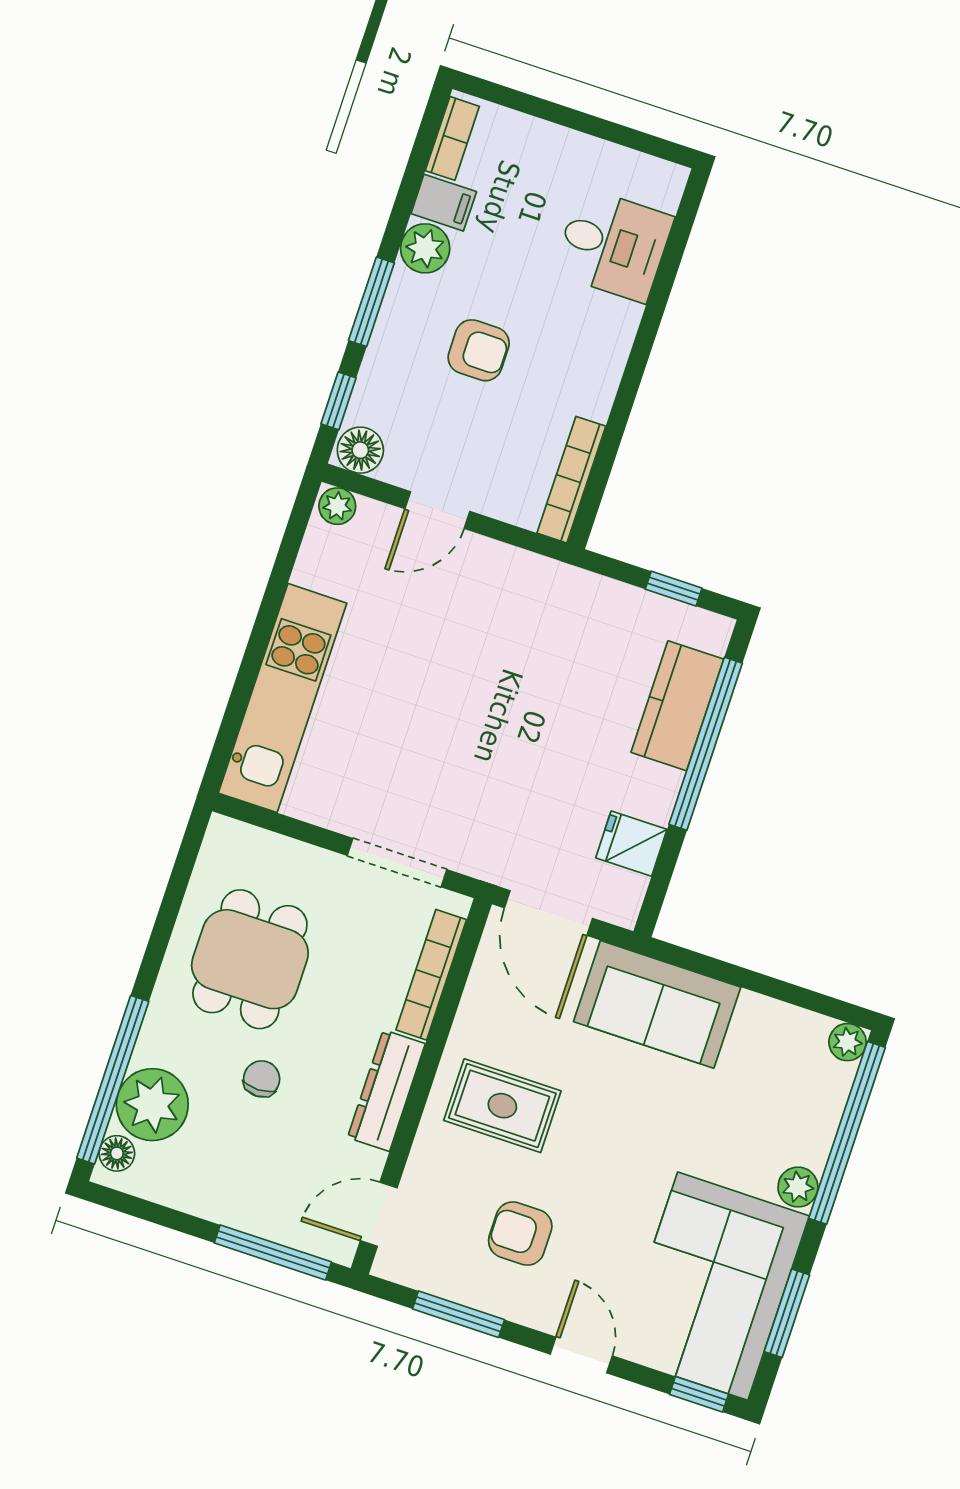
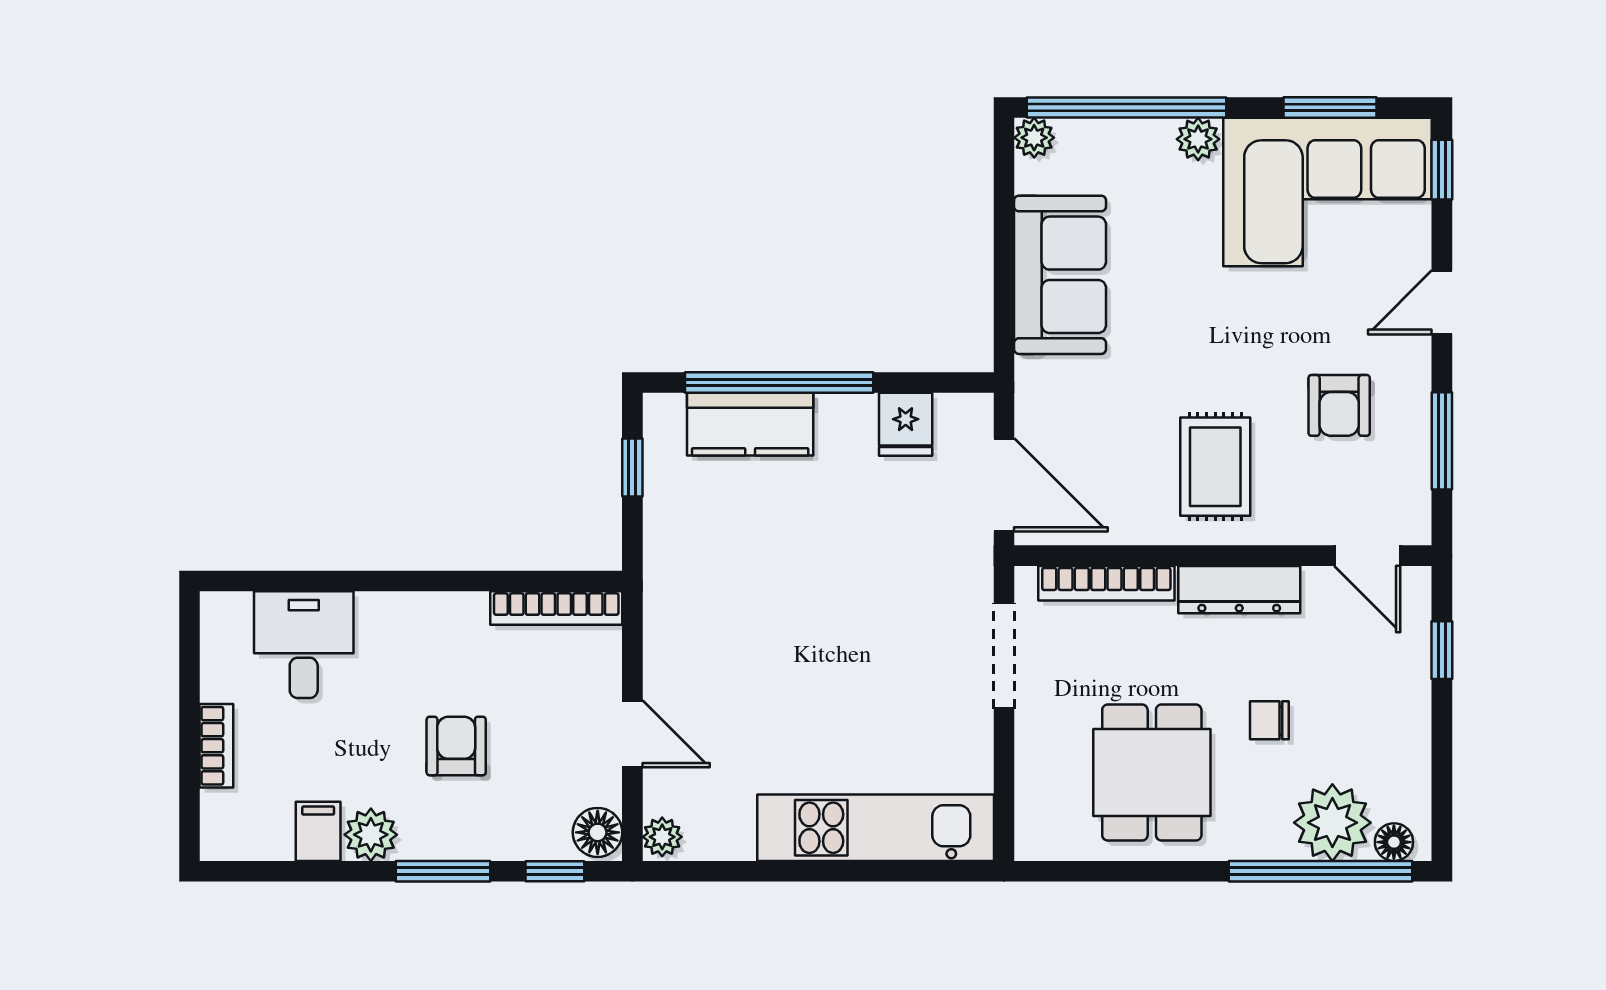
bookcase: (452, 138) -> (216, 746), moved, turned 90
door: (548, 913) -> (1004, 485), hinge flipped
dining table: (250, 959) -> (1152, 773), turned 90
sofa: (657, 1004) -> (1060, 275), moved
window: (273, 1252) -> (1442, 650), width x0.46

